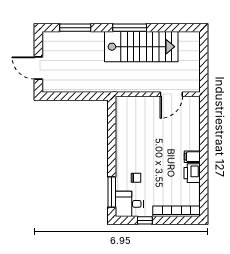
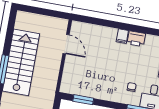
window: (112, 125) -> (83, 100), added

